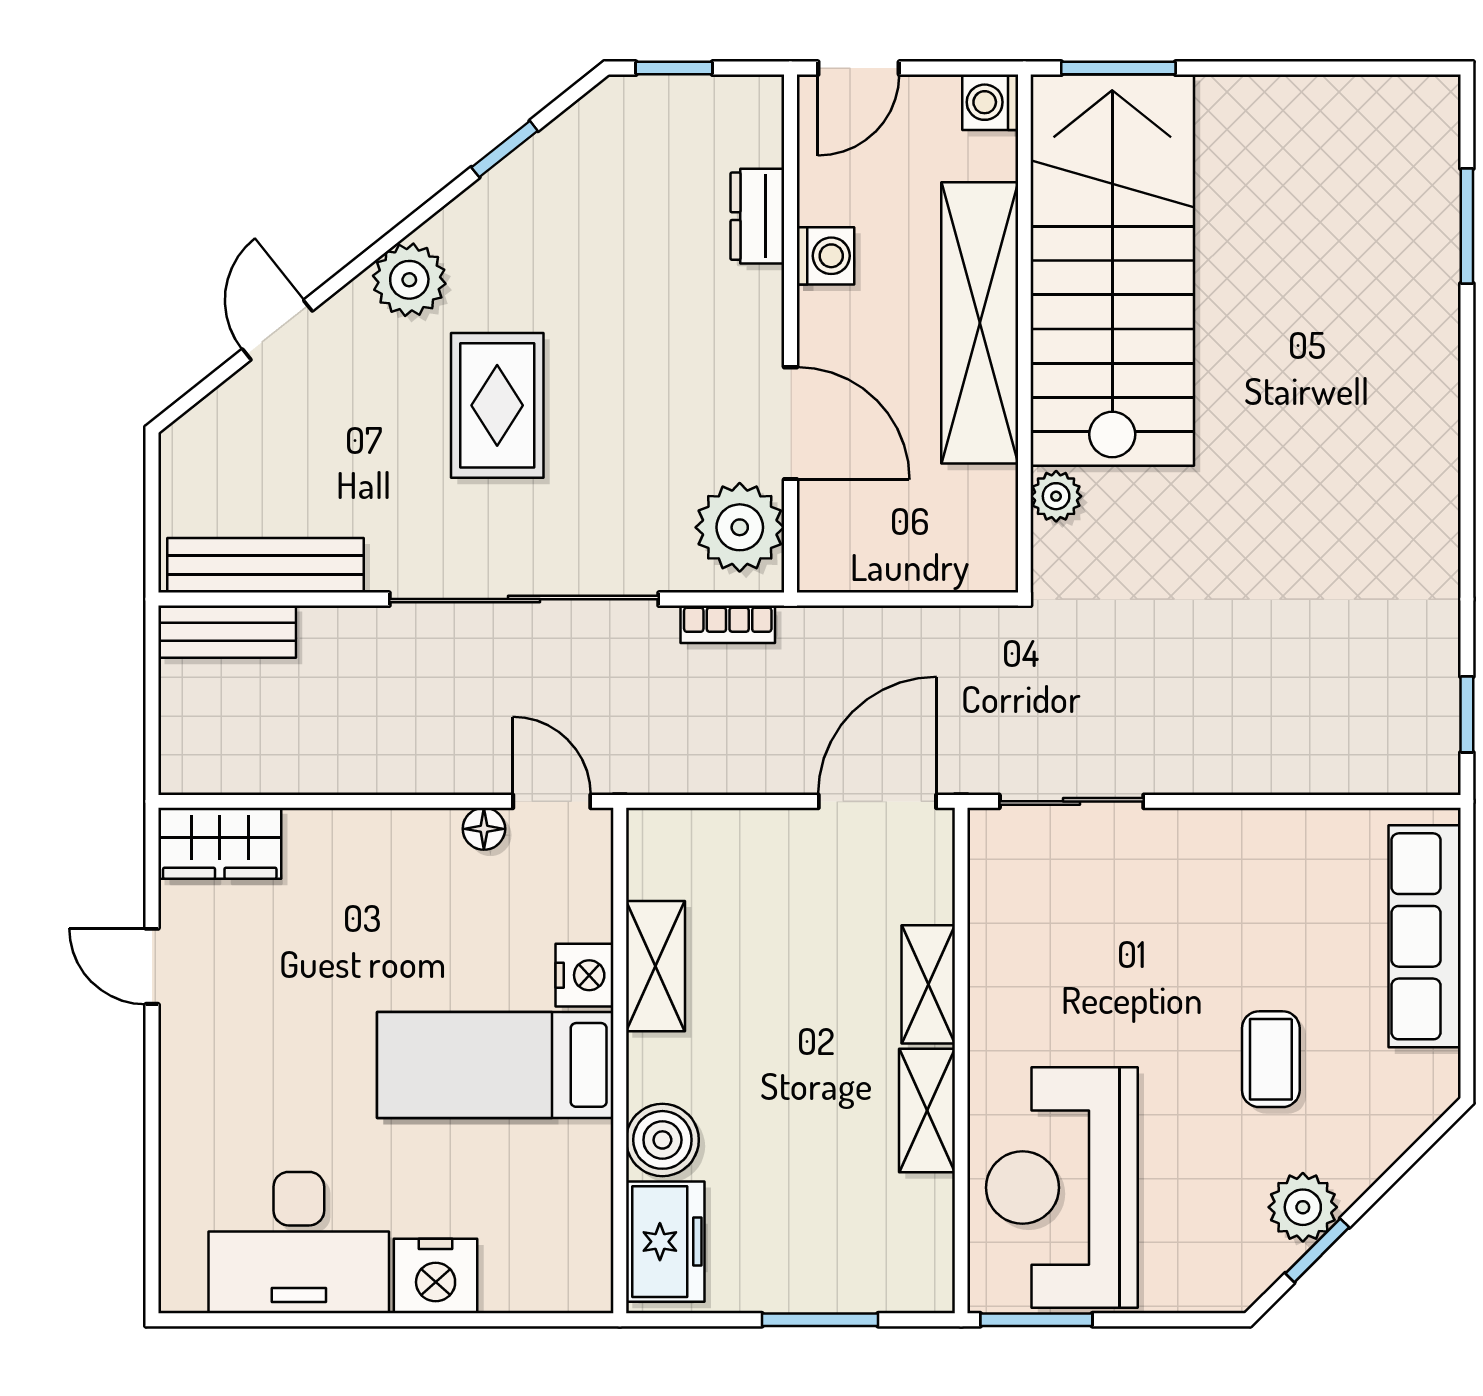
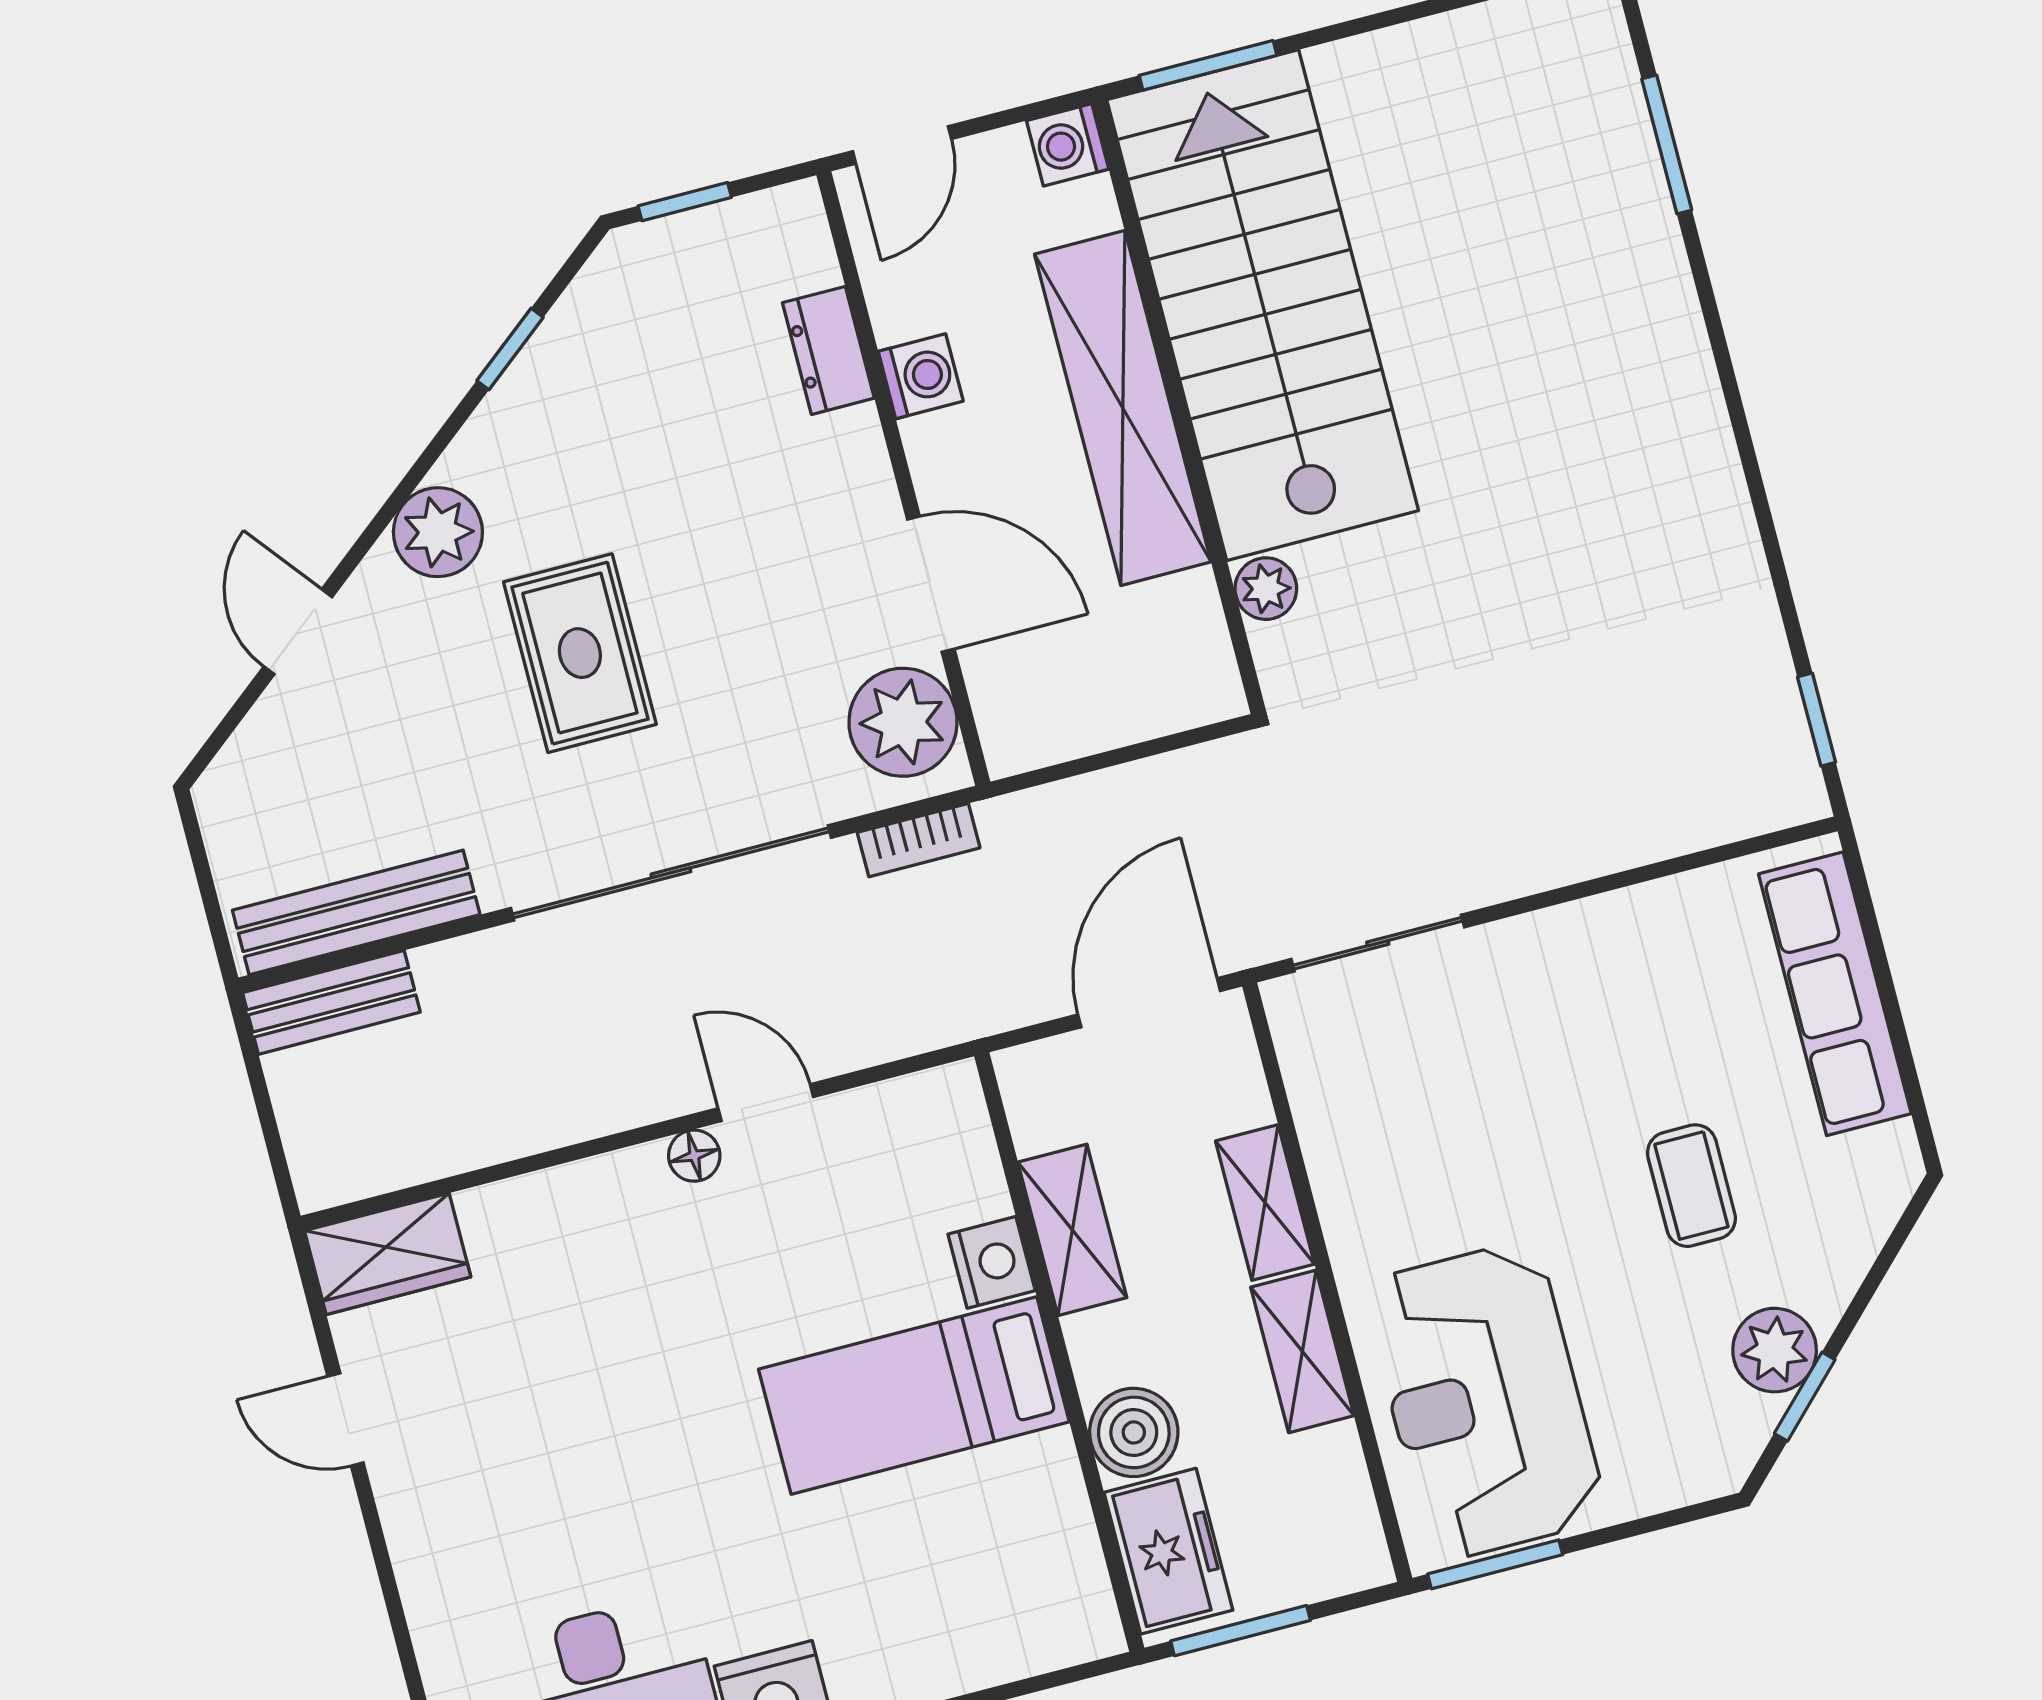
shelving: (655, 966) -> (1072, 1230), moved
nightstand: (585, 975) -> (992, 1262), moved
wall: (620, 1061) -> (1059, 1352), moved
bed: (495, 1065) -> (914, 1395), moved
boiler: (662, 1140) -> (1134, 1432), moved
freezer: (665, 1242) -> (1168, 1551), moved

